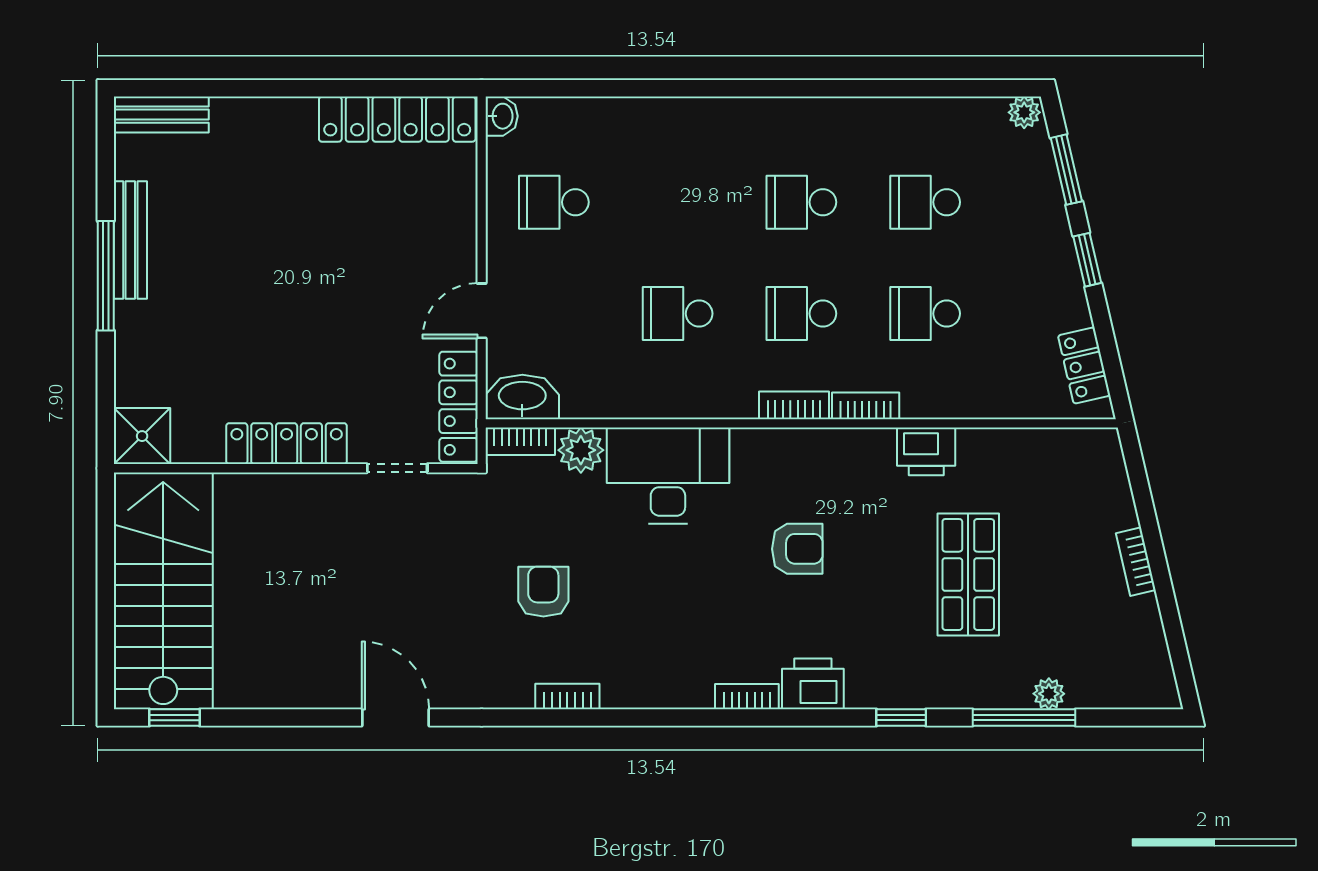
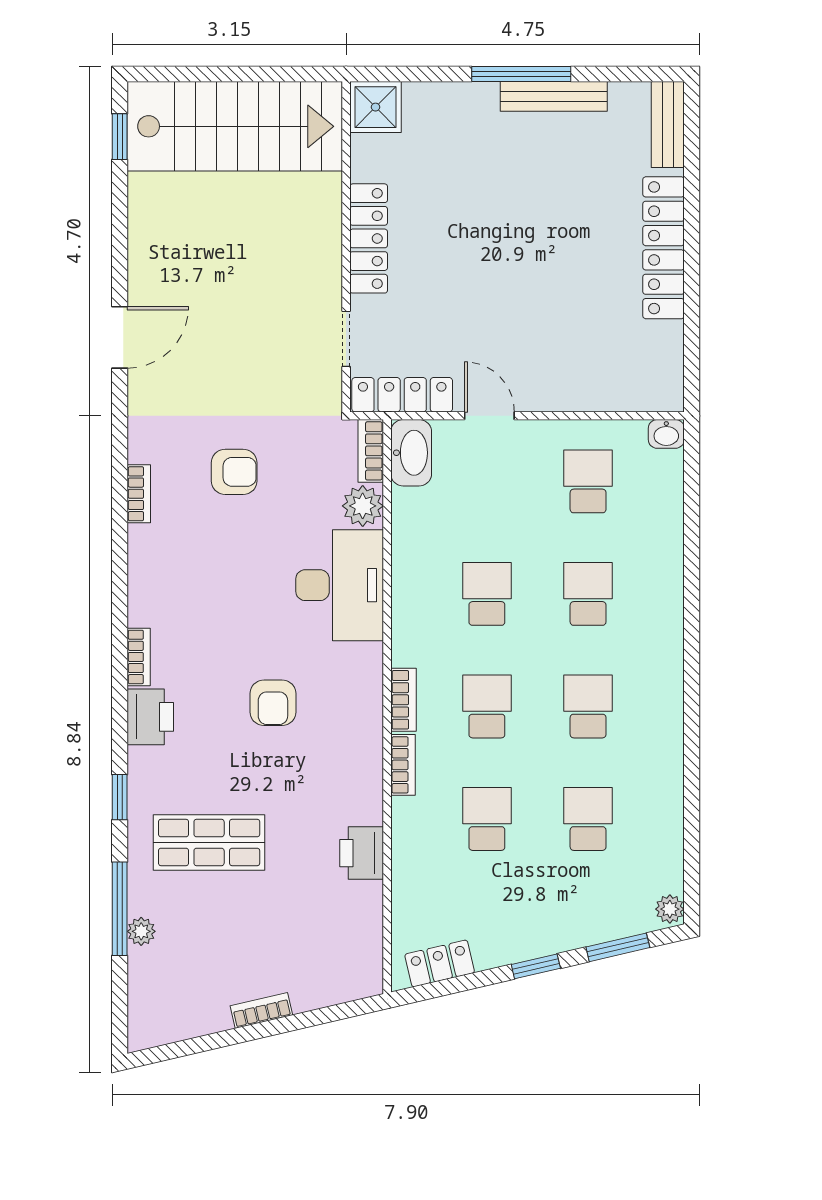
locker: (397, 119) -> (664, 248), moved
school desk: (678, 202) -> (588, 594), added
printer: (926, 451) -> (362, 853), moved
shop shelf: (968, 574) -> (209, 842), moved

